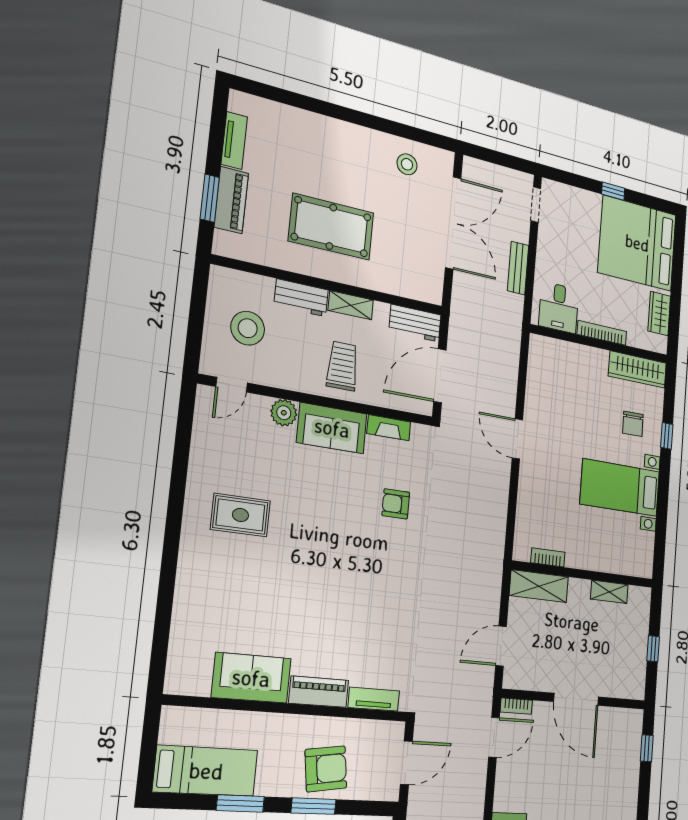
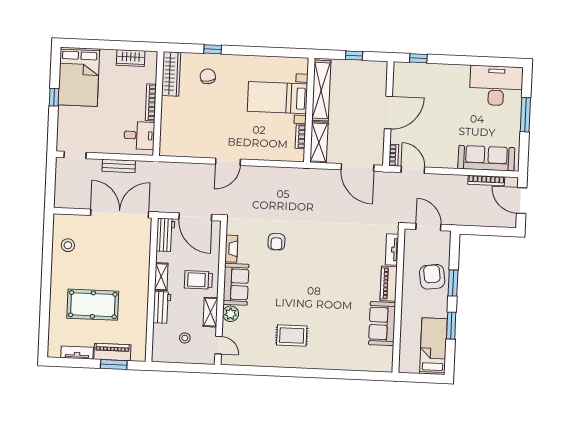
double door: (453, 223) -> (120, 213), moved
pool table: (331, 227) -> (93, 305), moved, turned 90
bed: (637, 243) -> (79, 77), width x0.73
stool: (248, 328) -> (185, 338), width x0.53, depth x0.53
shelving: (289, 379) -> (210, 312), added
chair: (633, 424) -> (208, 76), turned -99
bed with nightstands: (620, 488) -> (278, 98), moved, turned 90
rug: (240, 515) -> (292, 336), turned 90
shelving: (609, 592) -> (321, 91), width x2.20, depth x1.33
door: (501, 646) -> (357, 167), width x1.36

